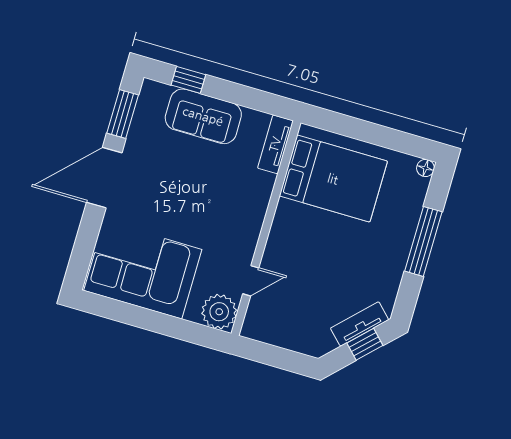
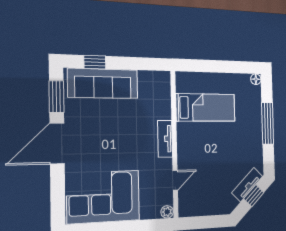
sofa: (203, 116) -> (103, 83), width x1.36
tv unit: (275, 144) -> (165, 139), moved
bed: (333, 179) -> (206, 108), width x0.67
plant: (219, 312) -> (167, 212), width x0.53, depth x0.53

